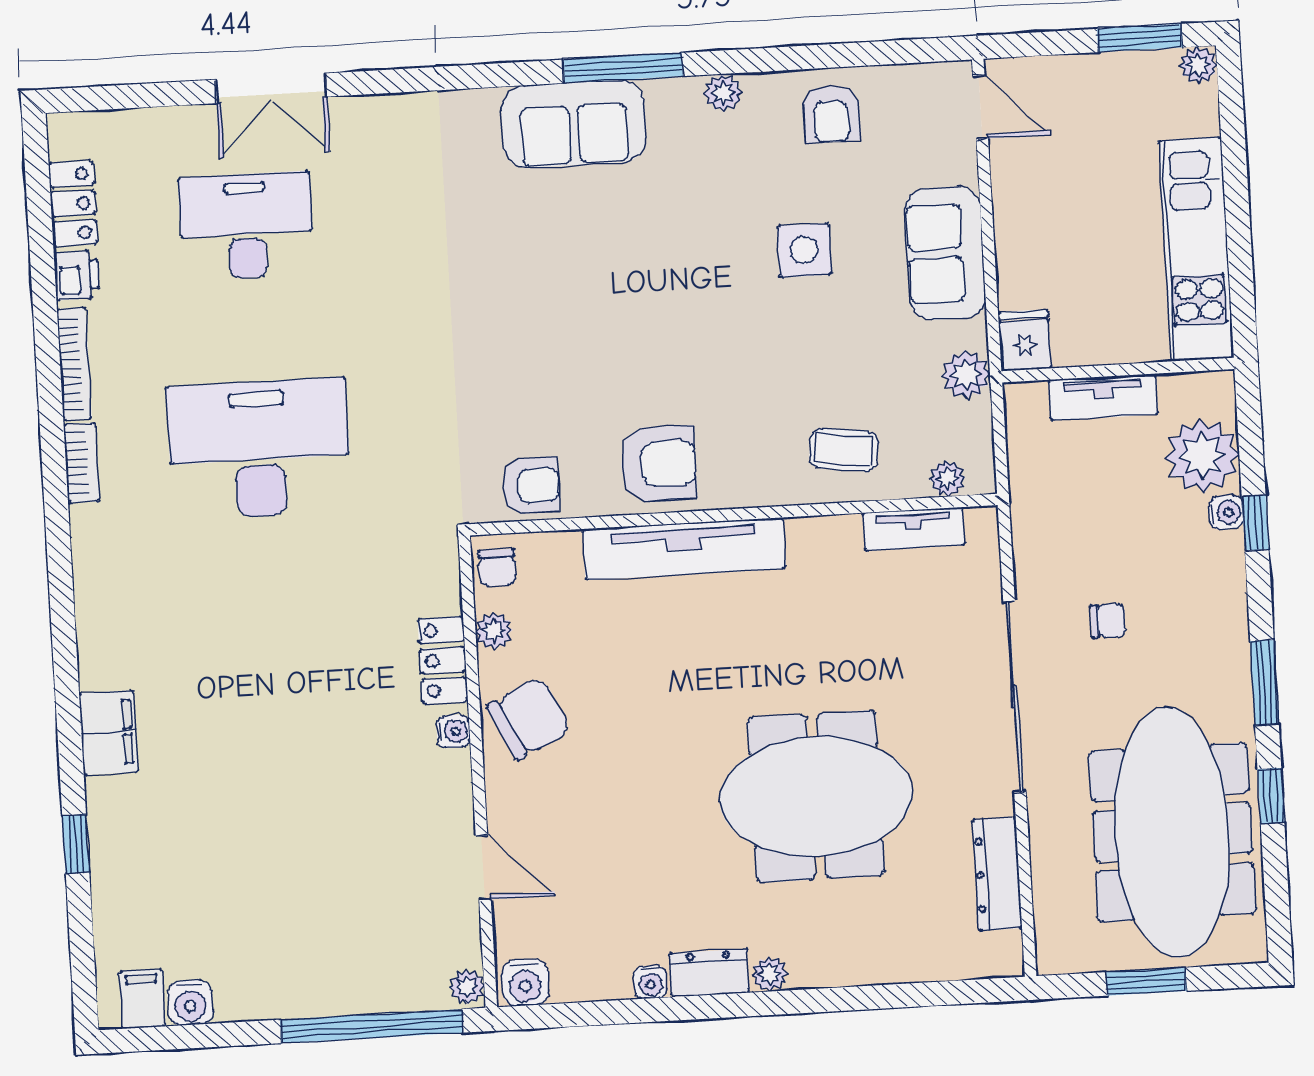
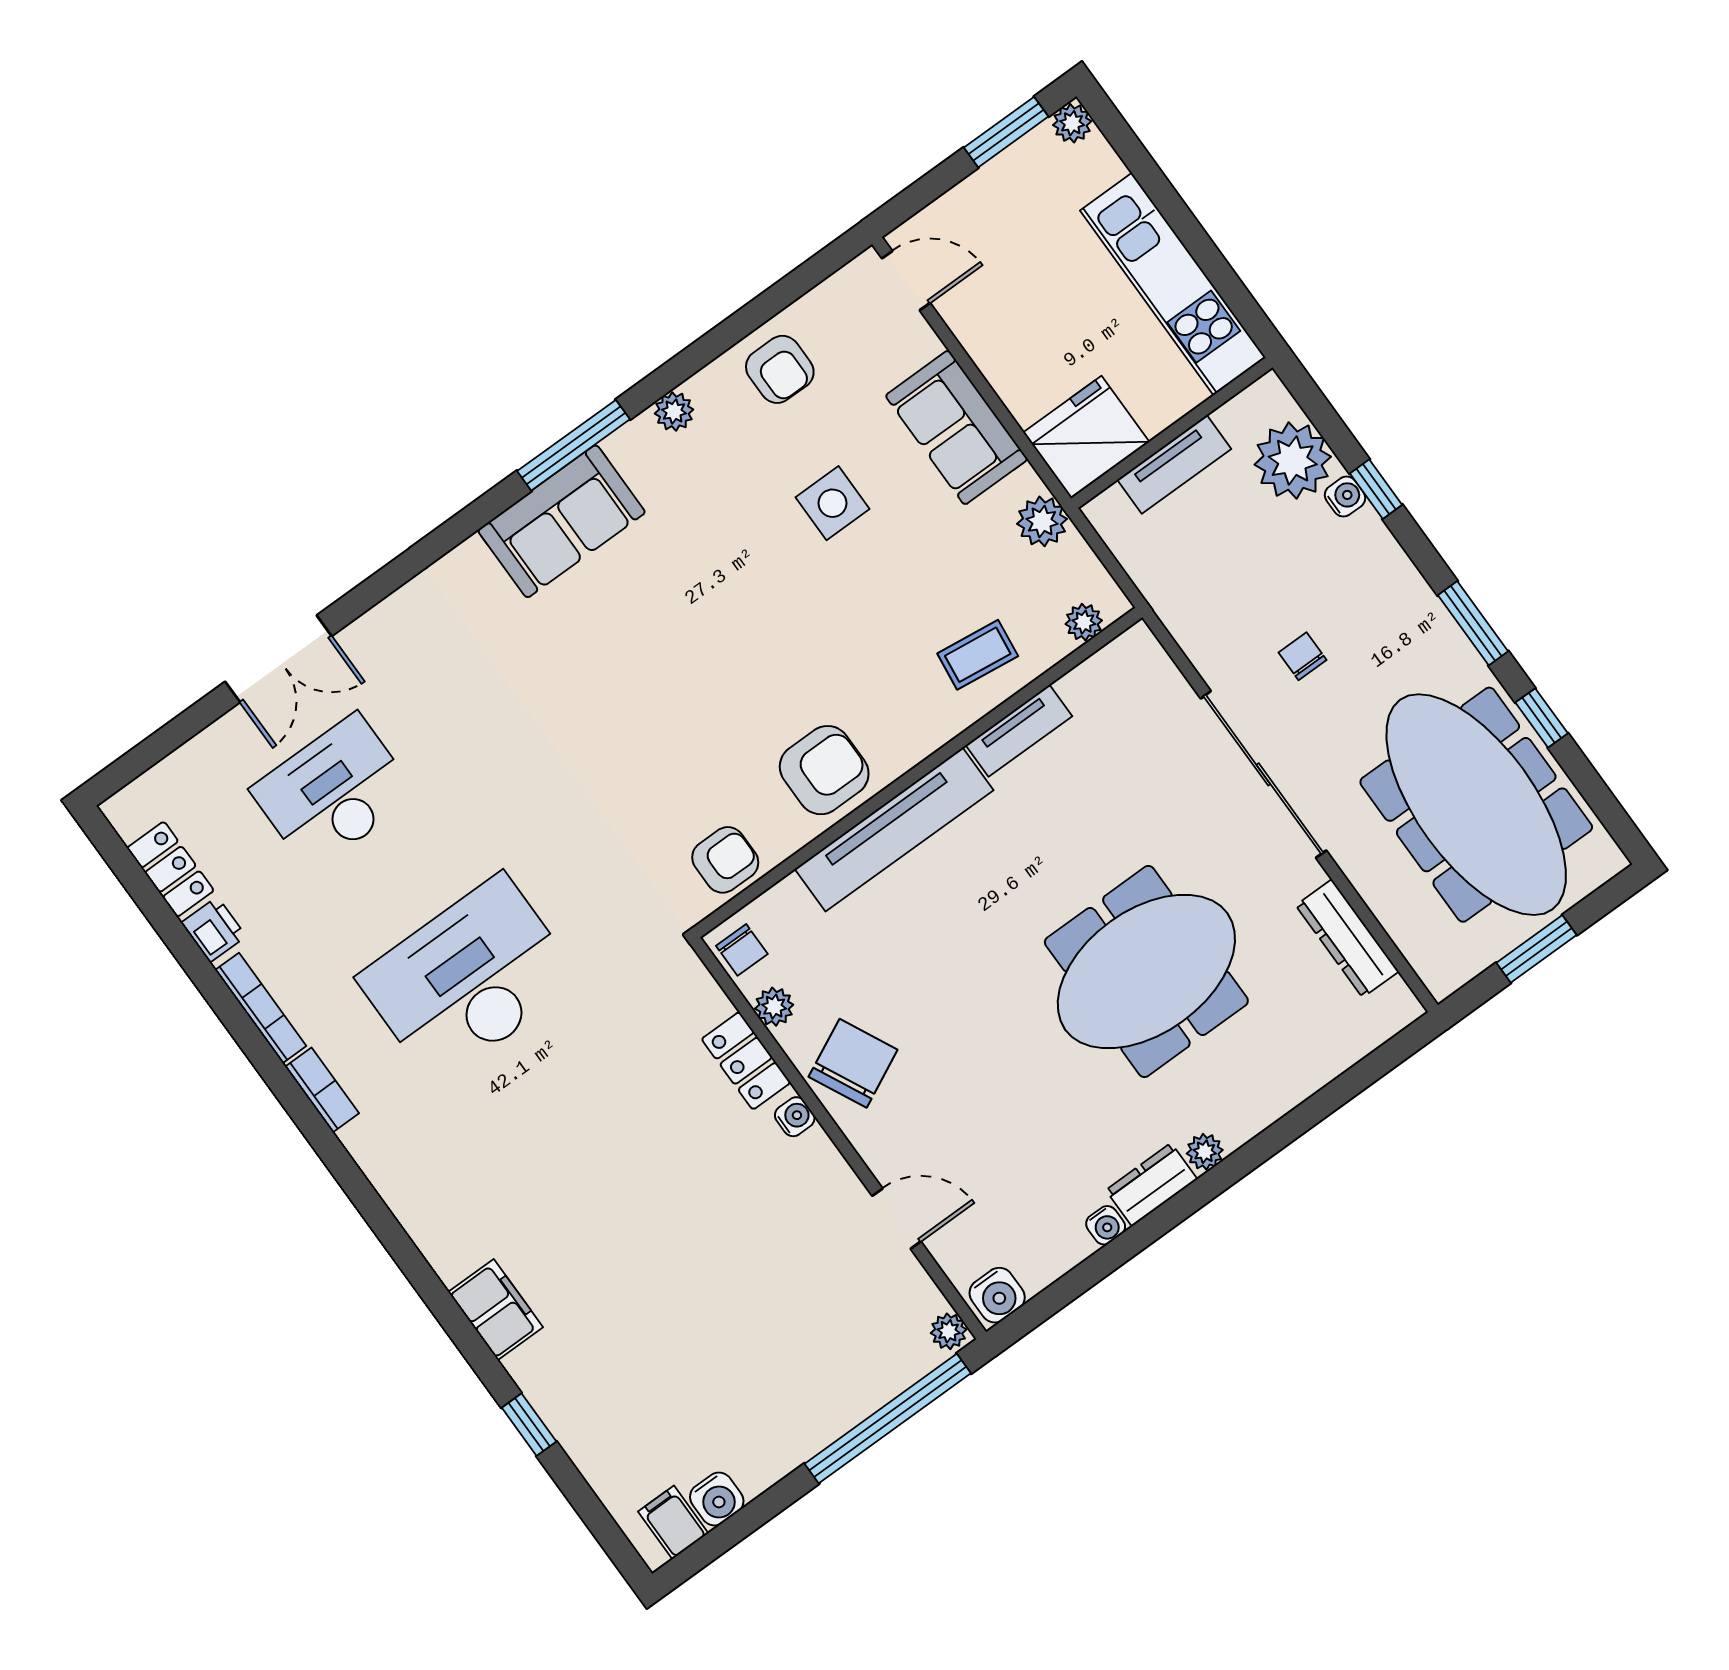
fridge: (1024, 340) -> (1086, 437), width x1.88, depth x1.34
tv unit: (914, 529) -> (1019, 731), moved
chair: (1108, 621) -> (1303, 656), turned -90

